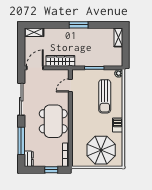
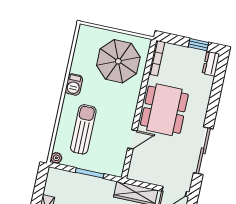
door: (70, 85) -> (132, 139), moved
window: (21, 141) -> (216, 92), removed
parasol: (101, 150) -> (118, 61), moved
window: (51, 170) -> (198, 45), moved

